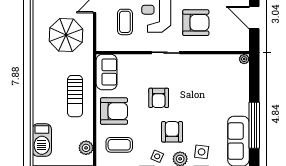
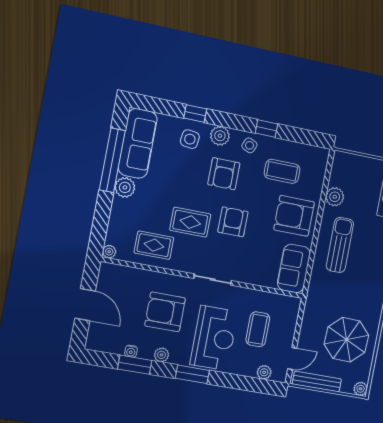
parasol: (66, 35) -> (346, 340), moved
rug: (213, 70) -> (154, 245), added
rug: (190, 92) -> (190, 222), added
plant: (242, 108) -> (125, 187), added
coffee table: (119, 145) -> (282, 171), moved
plant: (86, 148) -> (335, 197), moved

